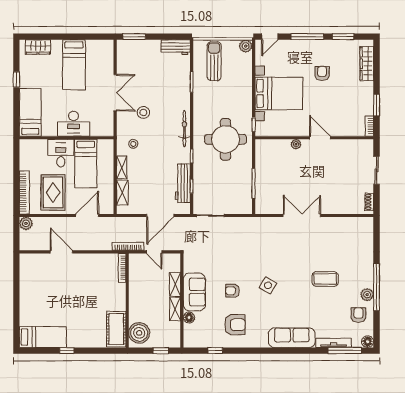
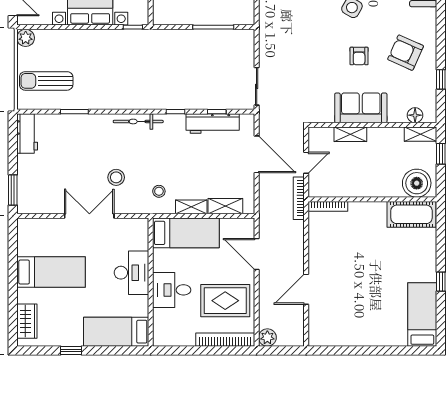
round table: (226, 139) -> (153, 65), removed
bed: (86, 164) -> (186, 233), moved
shelving: (175, 309) -> (420, 134), moved
floor lamp: (189, 318) -> (415, 115), moved
armchair: (235, 325) -> (406, 53), turned -66

